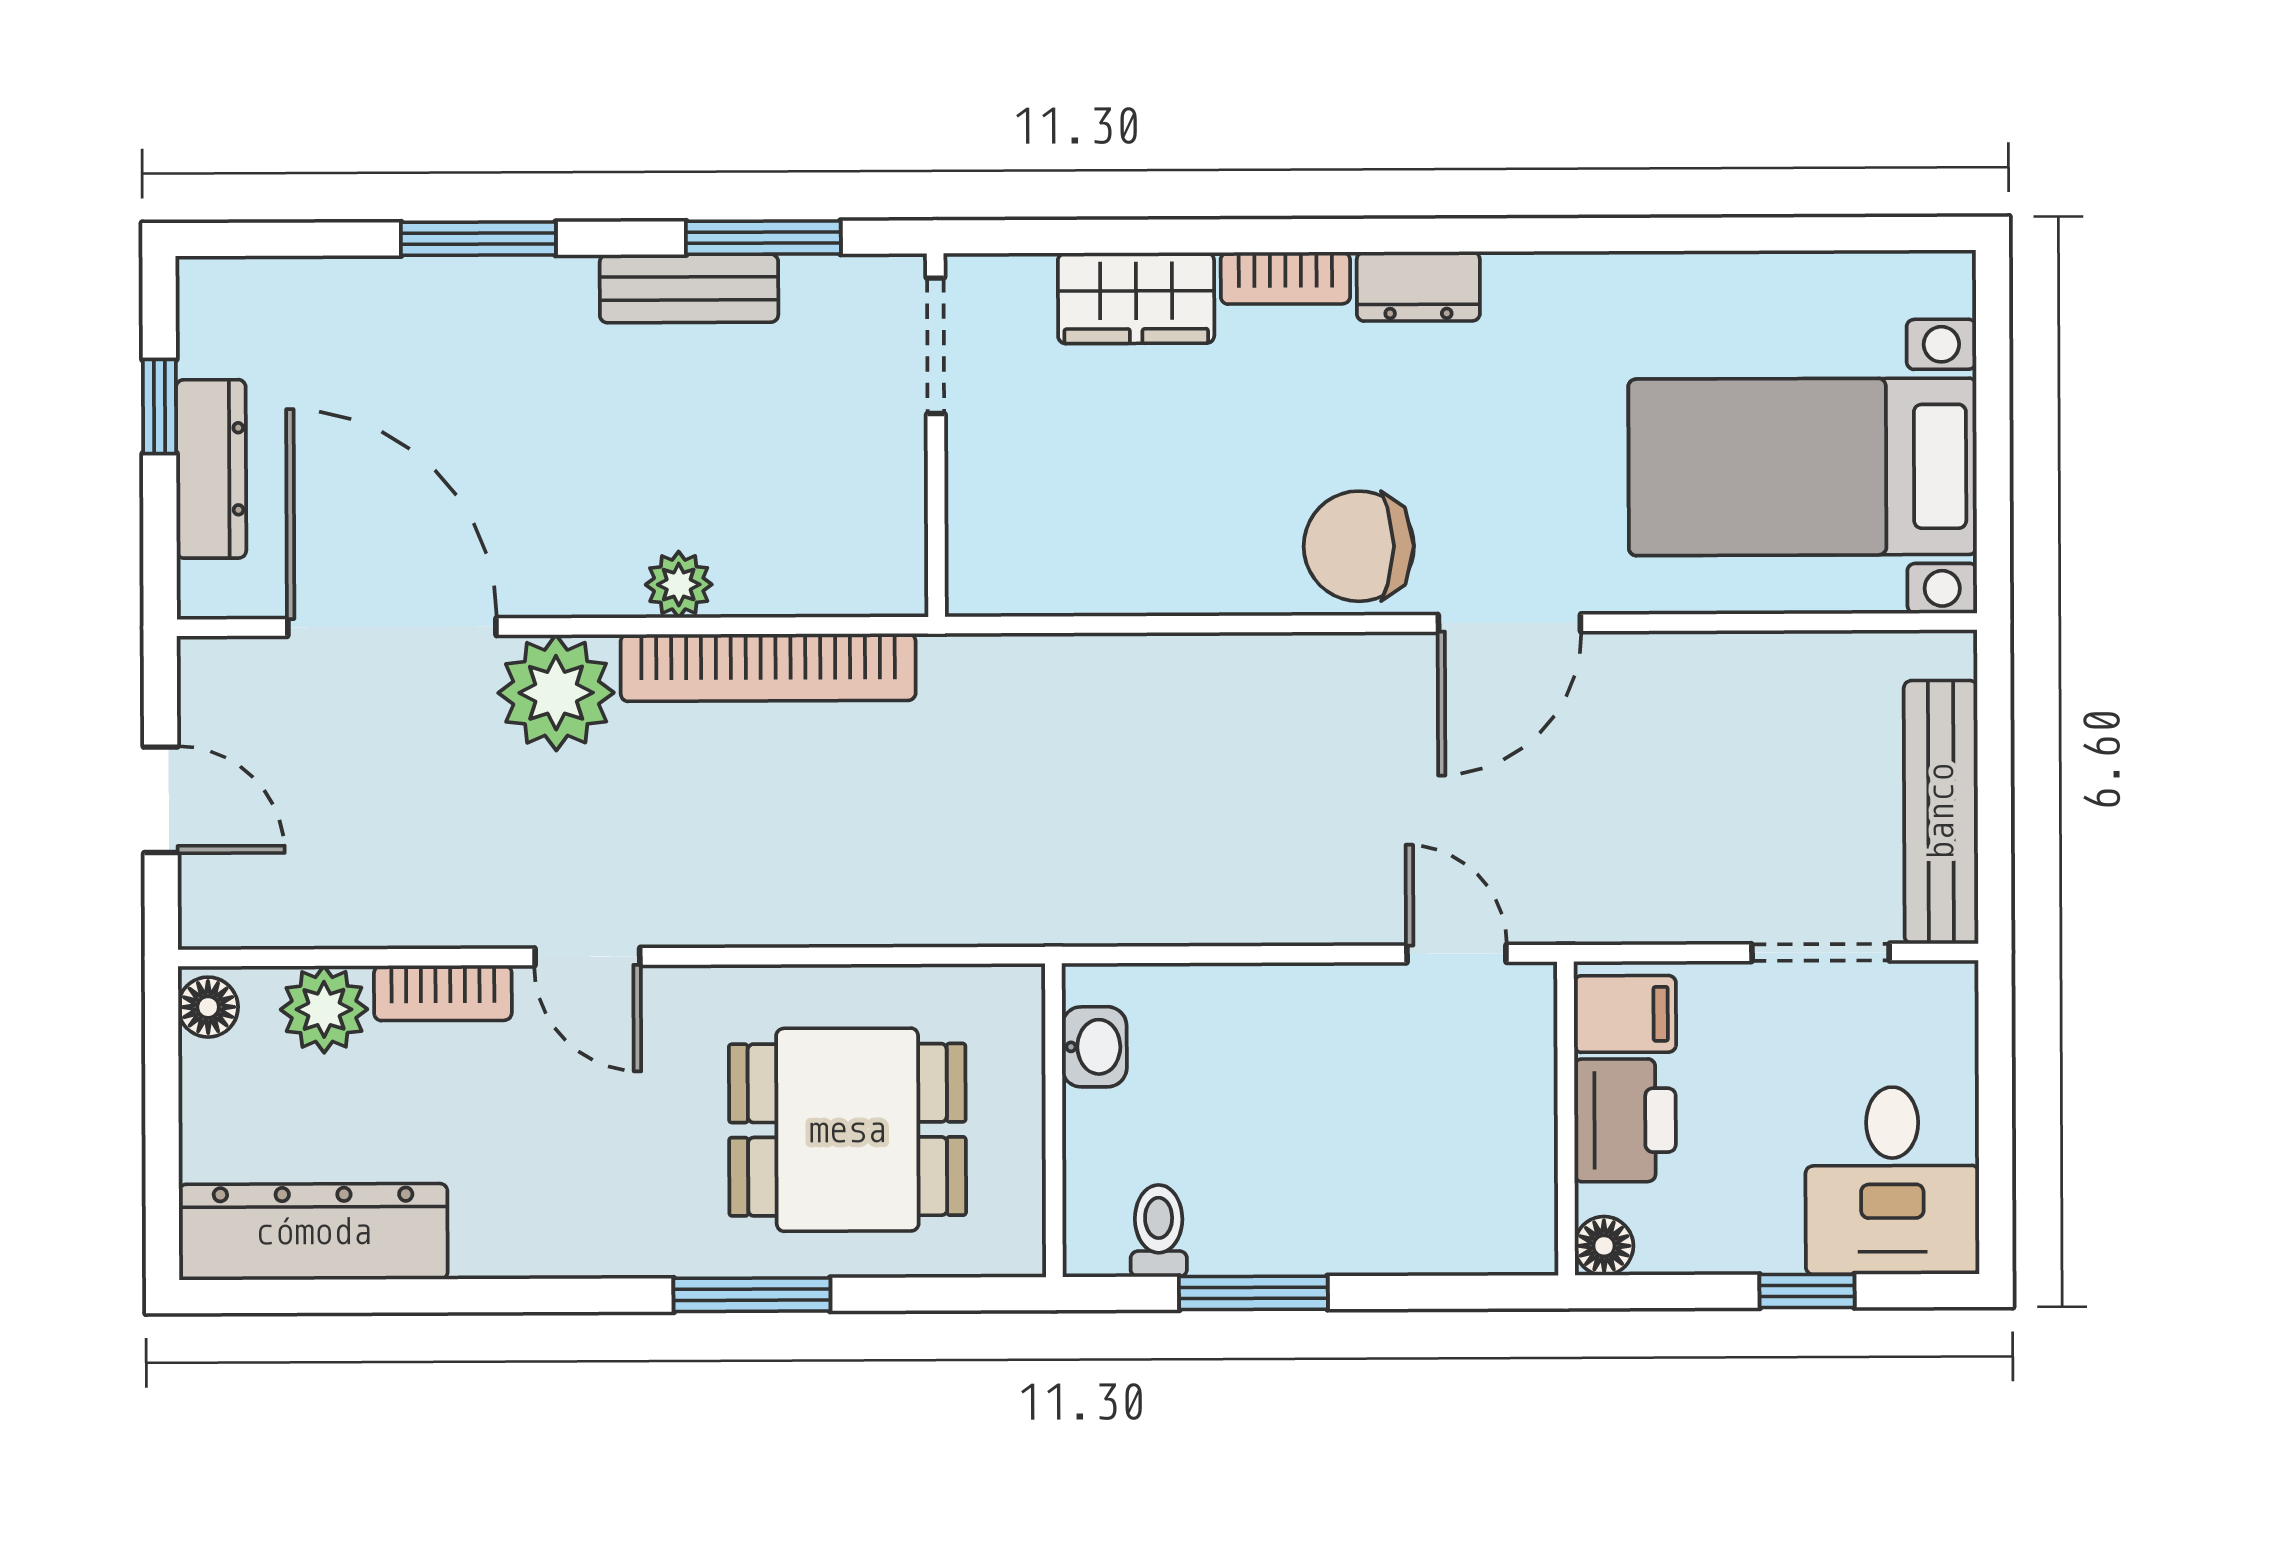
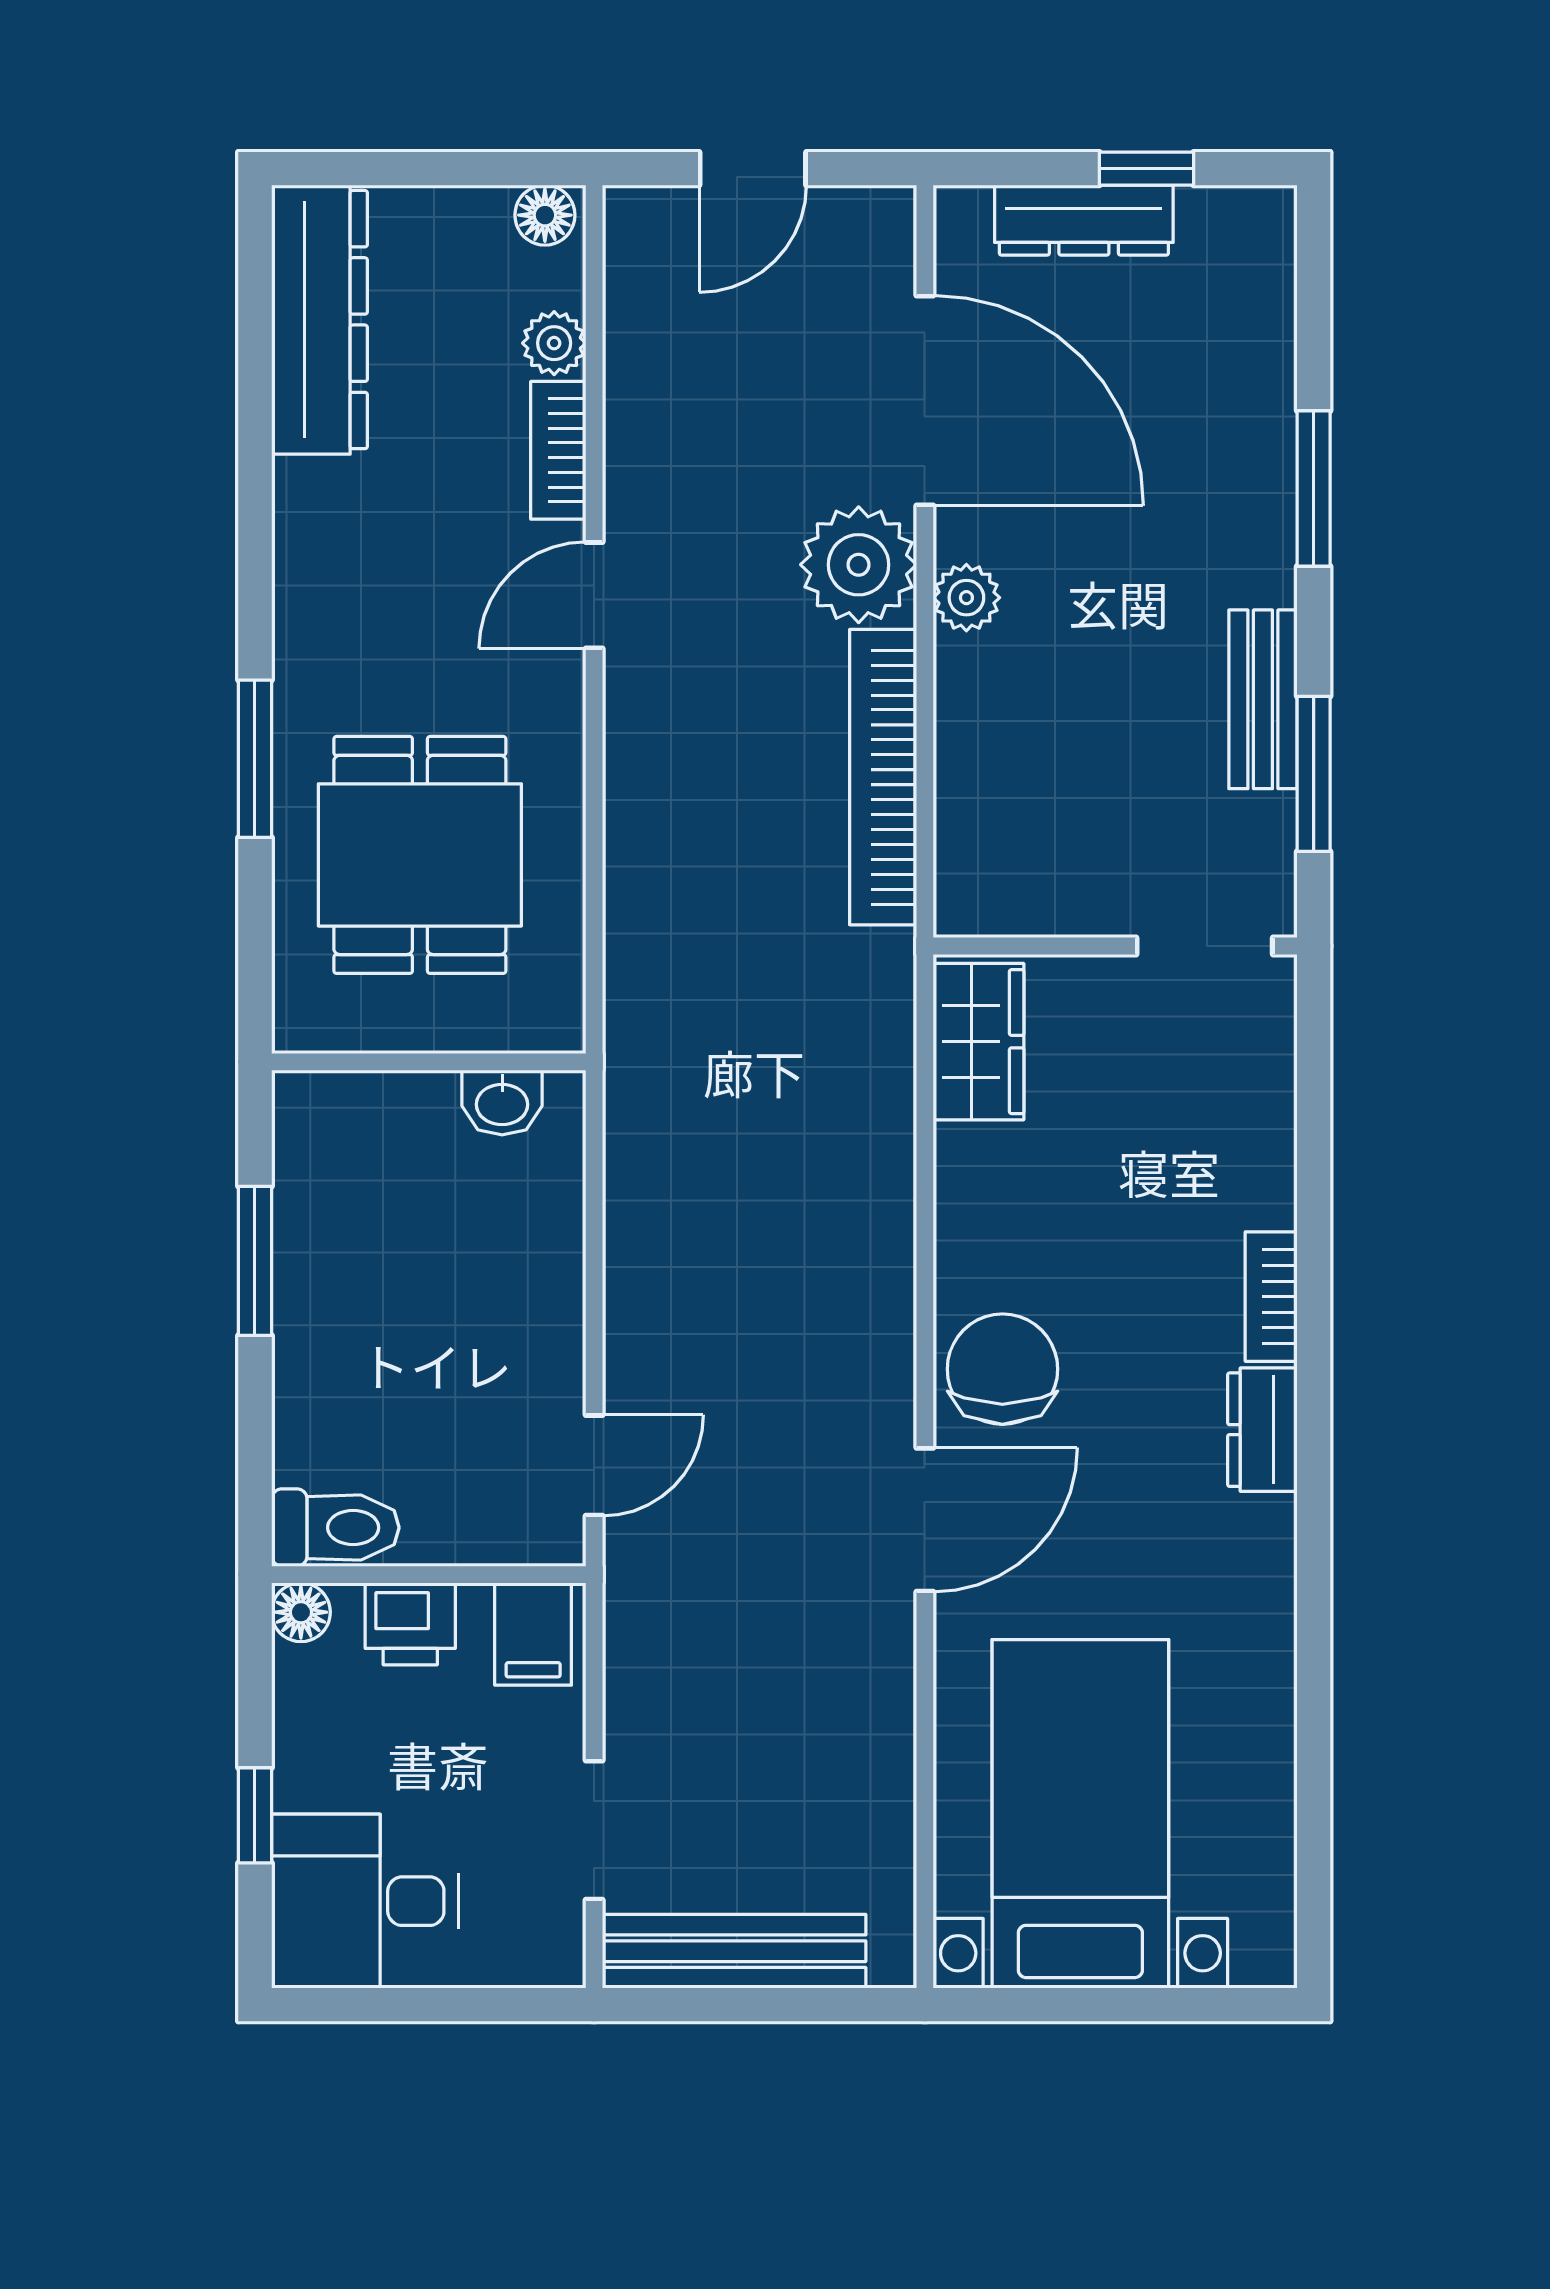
wardrobe: (1136, 298) -> (979, 1042), moved, turned 180
plant: (679, 585) -> (966, 598), moved
door: (1509, 623) -> (925, 1520), swing flipped
door: (392, 627) -> (925, 401), hinge flipped
plant: (324, 1009) -> (554, 343), width x0.73, depth x0.73
printer: (1625, 1120) -> (410, 1624), width x0.73, depth x0.81
toilet: (1159, 1231) -> (335, 1528), moved, width x1.37, depth x1.39

